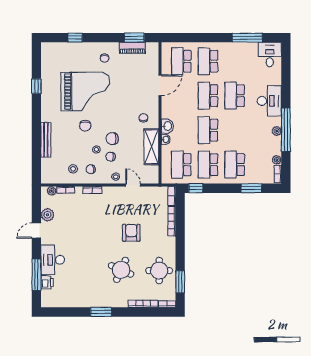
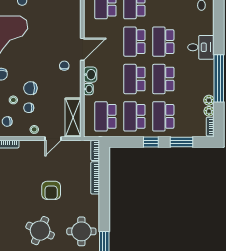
door: (160, 85) -> (82, 49), moved
desk: (269, 101) -> (201, 47), width x0.73
school desk: (235, 130) -> (163, 79), added
plant: (277, 131) -> (209, 100), moved
shelving: (151, 147) -> (73, 117), moved
door: (133, 185) -> (53, 139), swing flipped
window: (196, 188) -> (151, 142), moved
armchair: (131, 233) -> (51, 190), turned 180

